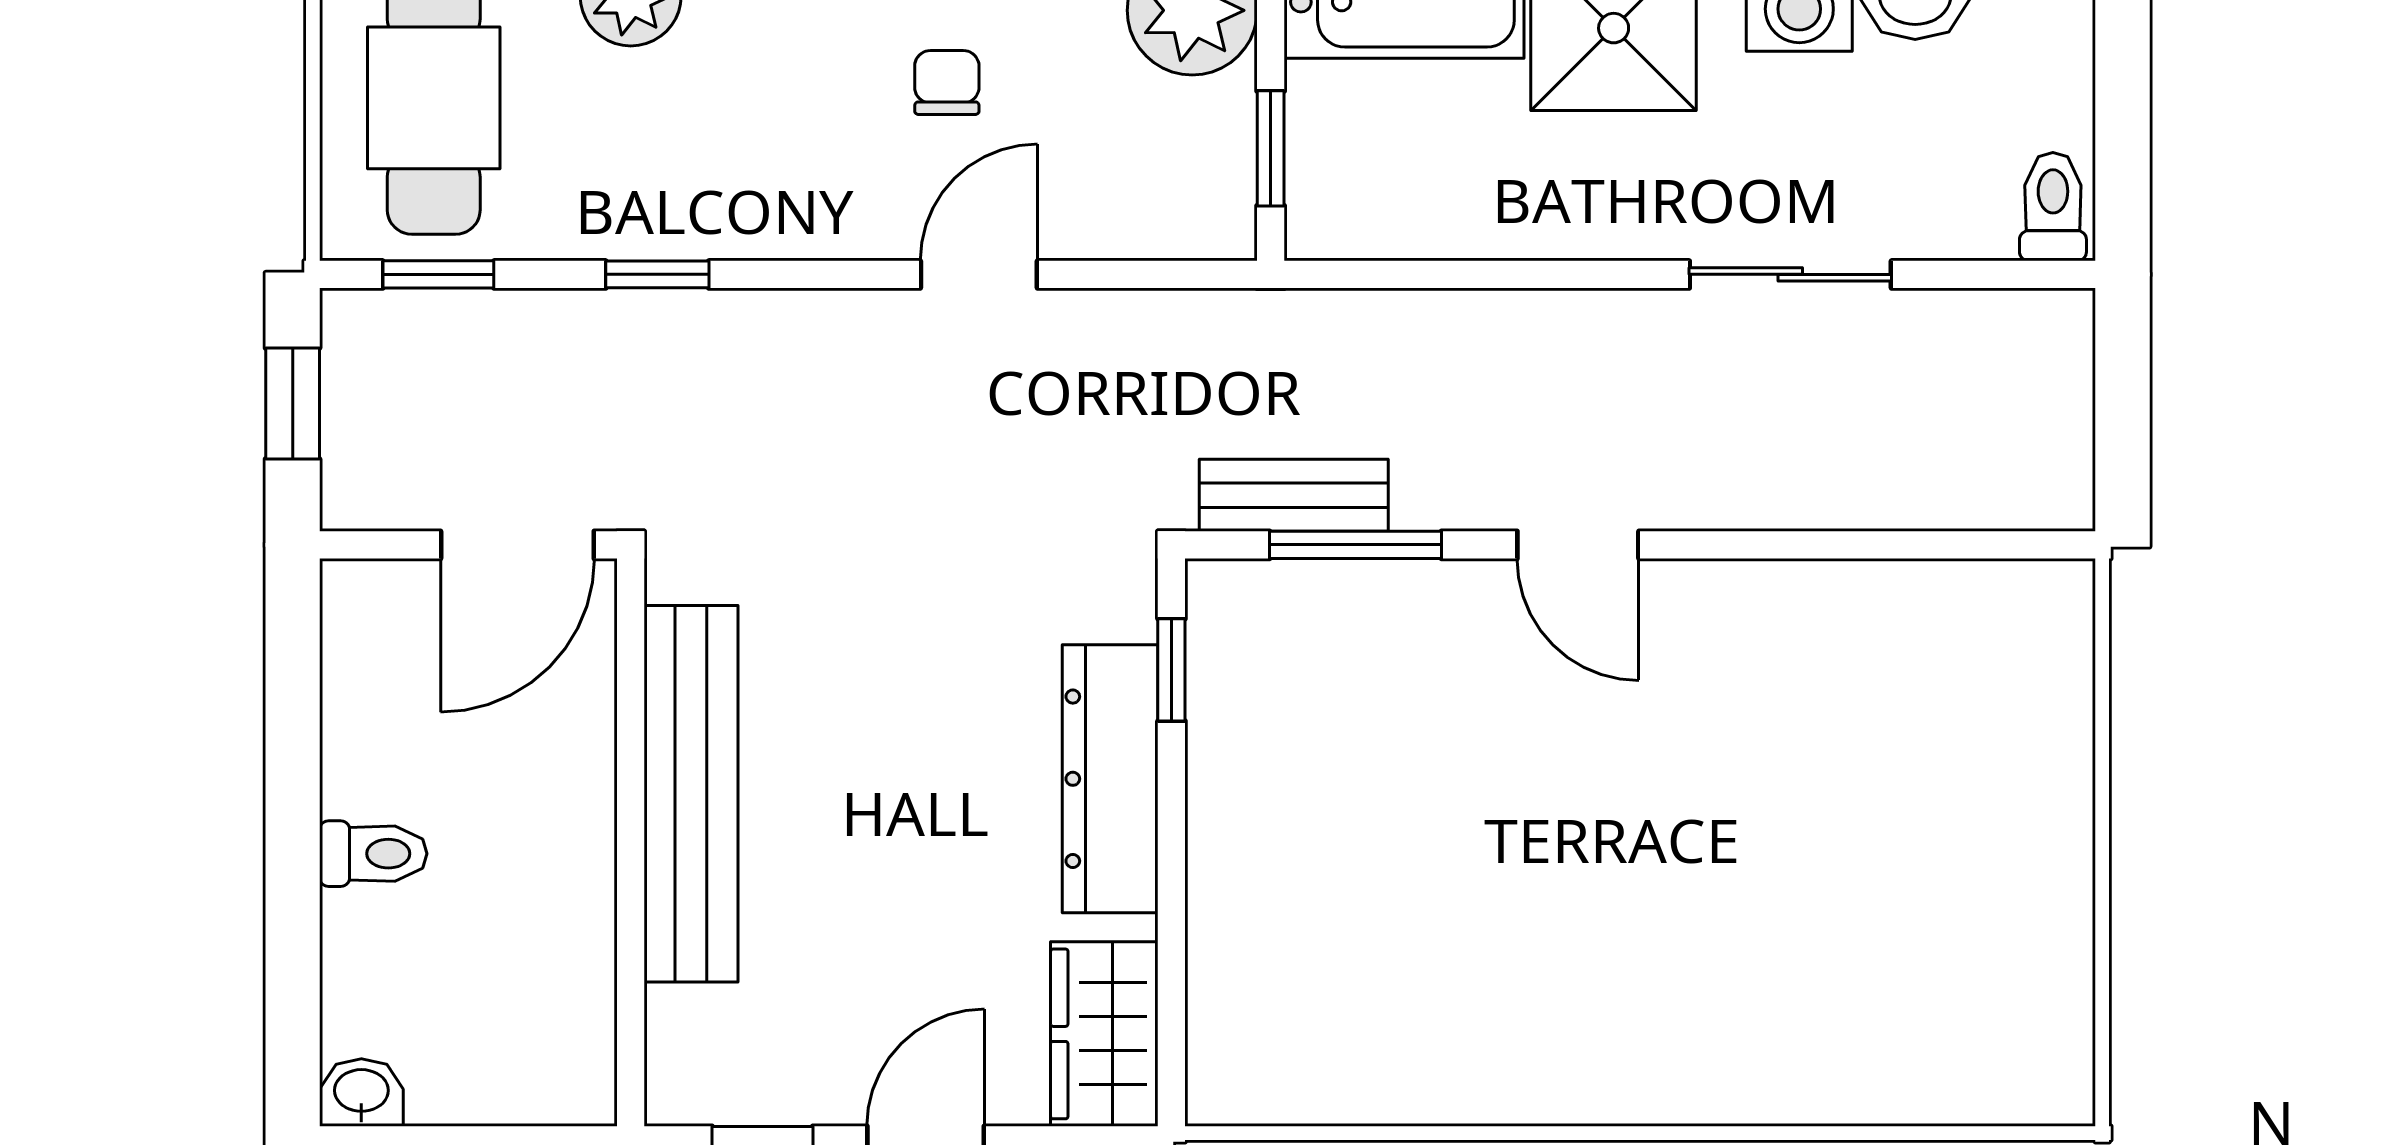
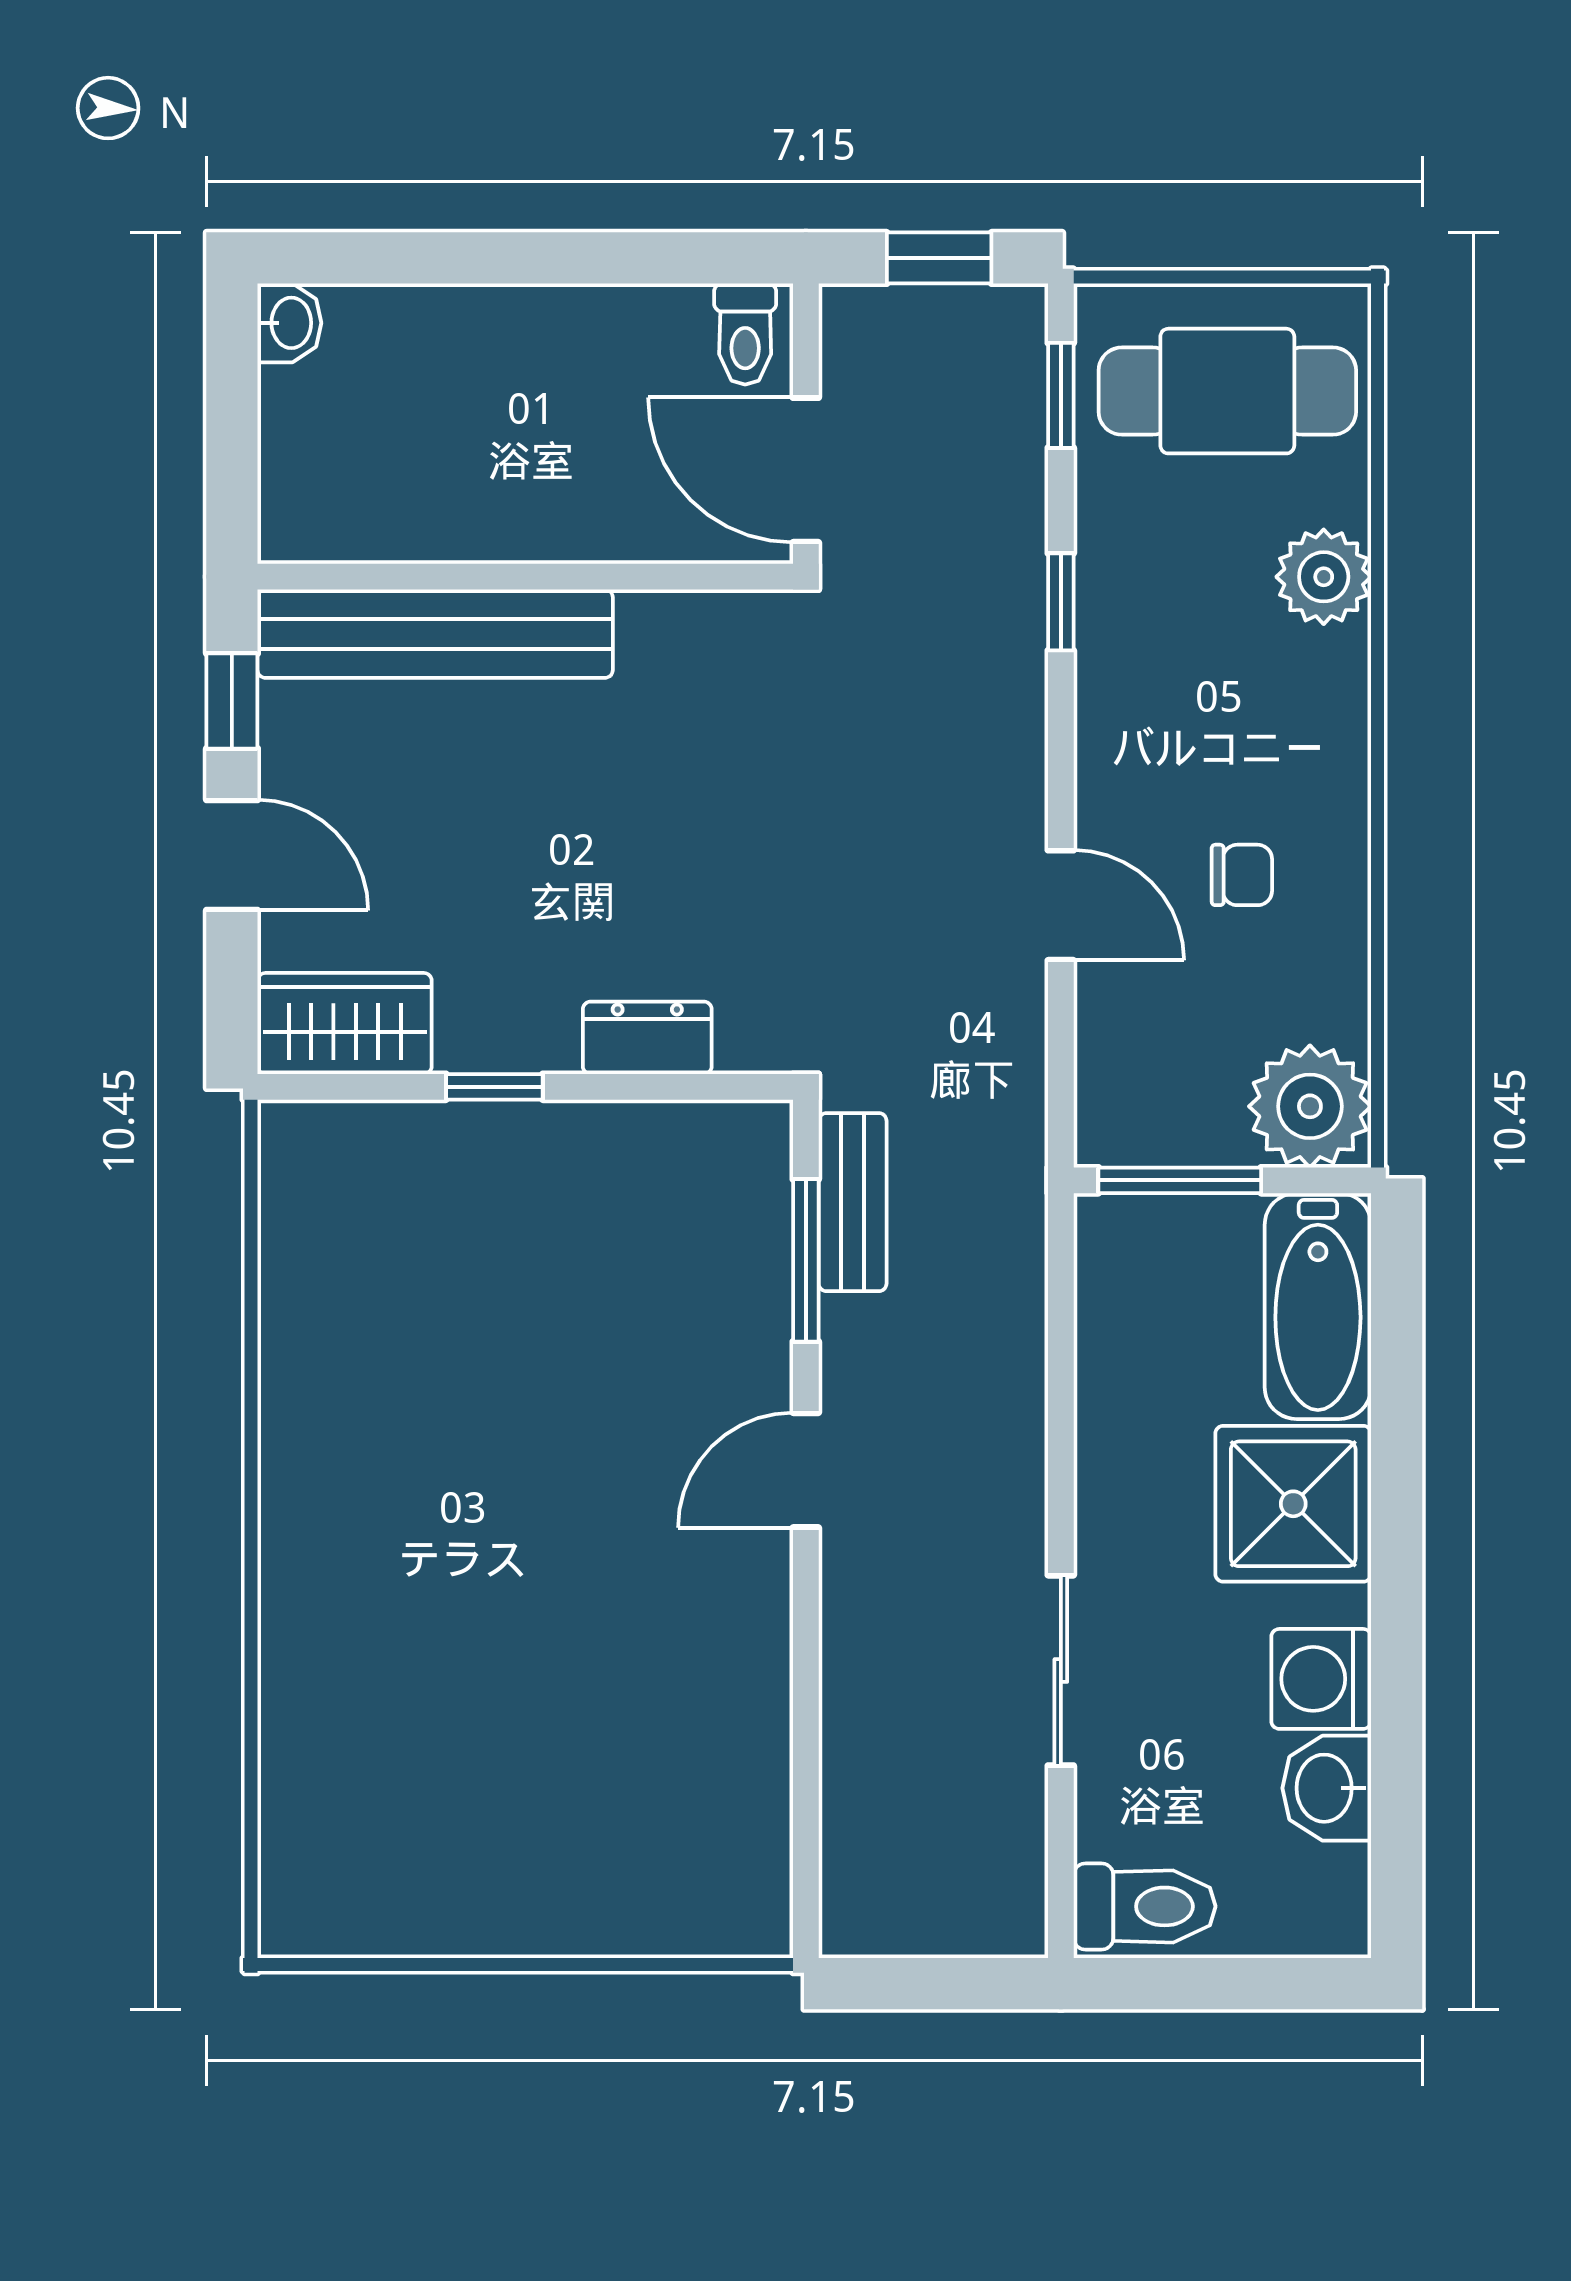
window: (1271, 148) -> (1180, 1180), width x1.50
toilet: (2053, 207) -> (1145, 1906), width x1.37, depth x1.39
window: (1171, 670) -> (494, 1087), moved
dresser: (1110, 779) -> (647, 1038), width x0.51, depth x0.80
bench: (691, 794) -> (435, 634), moved
toilet: (373, 854) -> (745, 334), moved

